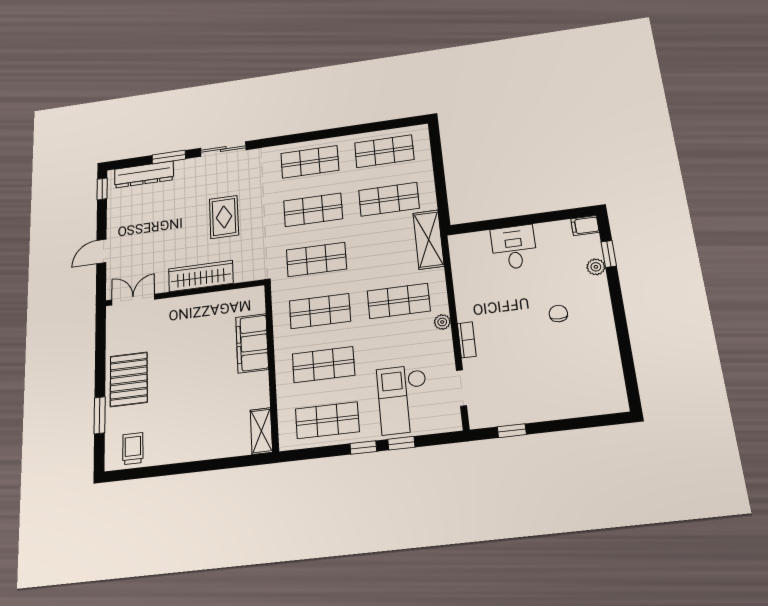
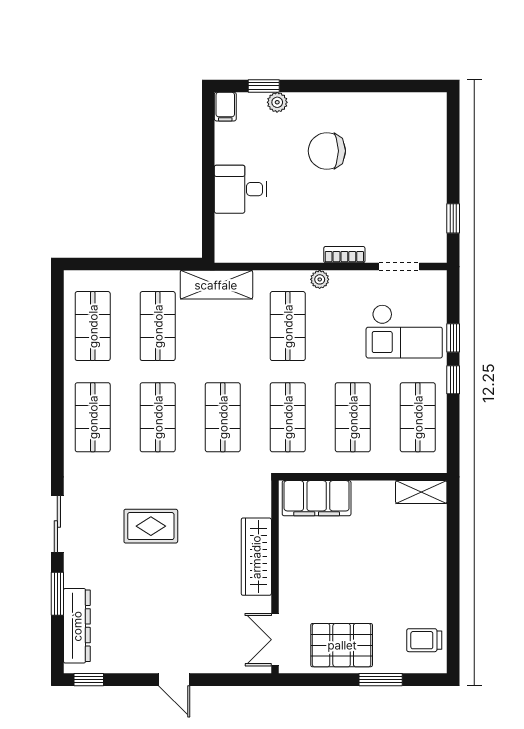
wardrobe: (201, 276) -> (256, 557), moved
wall: (184, 293) -> (275, 577), moved
double door: (133, 300) -> (275, 640), moved
chair: (558, 314) -> (327, 151), width x1.87, depth x1.87

